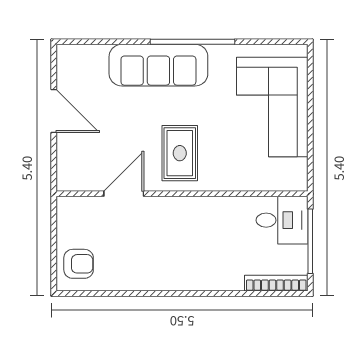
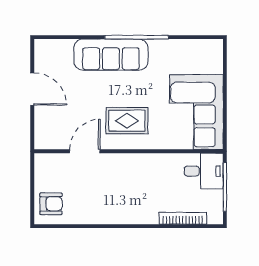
corner sofa: (272, 107) -> (196, 112), moved
rug: (180, 153) -> (127, 121), turned 90
bookcase: (276, 283) -> (183, 218), moved

